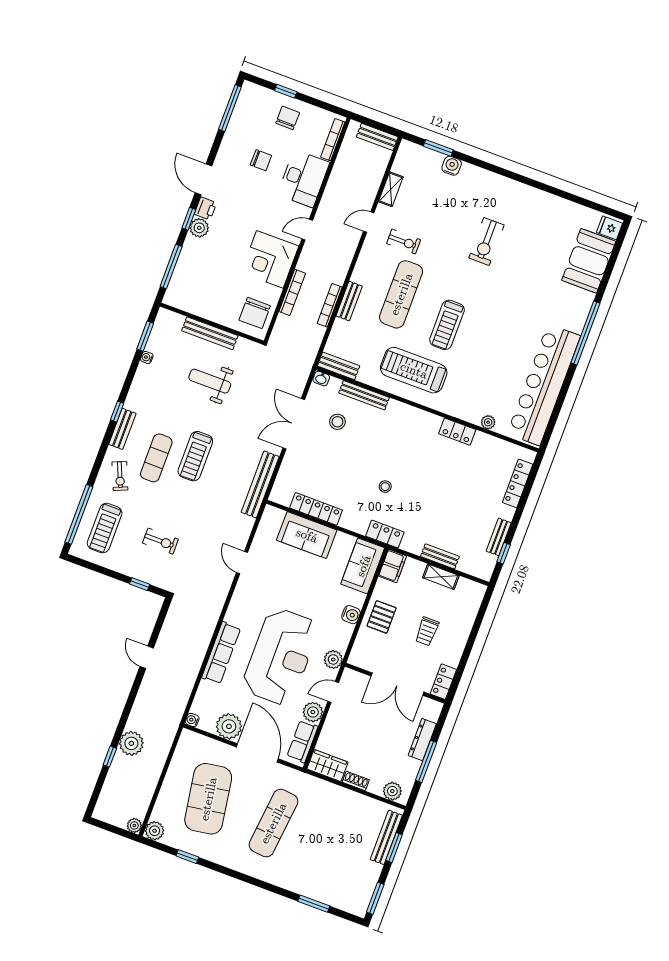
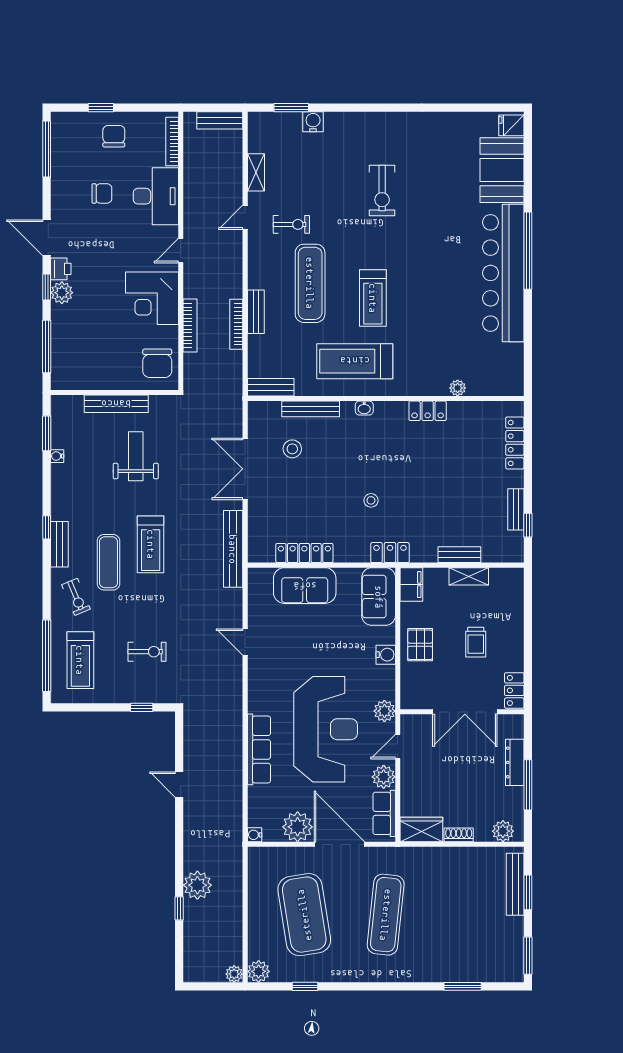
washbasin: (321, 379) -> (364, 408), moved
weight bench: (210, 381) -> (136, 456), turned 90
bar counter: (544, 385) -> (503, 273), moved

